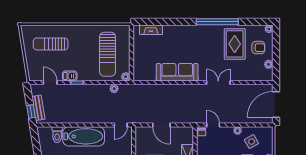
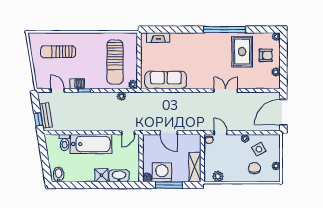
sofa: (177, 72) -> (166, 80), moved

